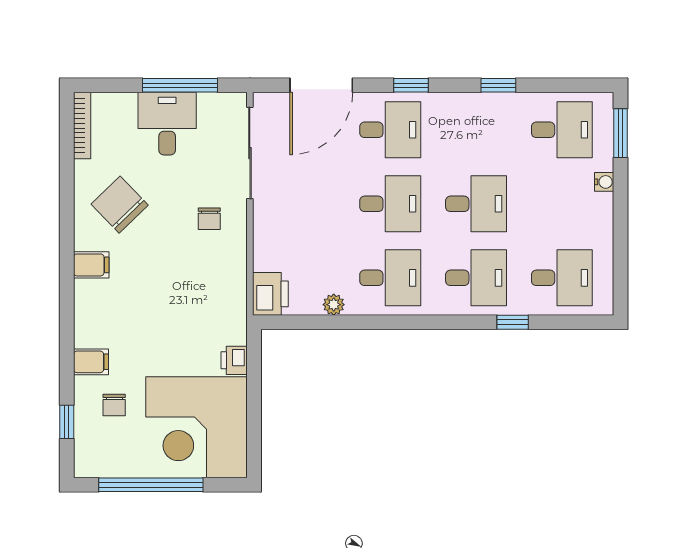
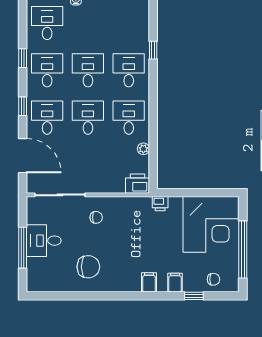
window: (180, 85) -> (23, 248), moved
bookcase: (82, 126) -> (45, 287), removed
chair: (120, 205) -> (88, 267), turned -136
filing cabinet: (91, 265) -> (149, 282), moved
desk: (562, 278) -> (47, 70), moved
printer: (234, 360) -> (160, 204), moved
chair: (114, 405) -> (213, 279), moved
window: (67, 422) -> (194, 296), moved

